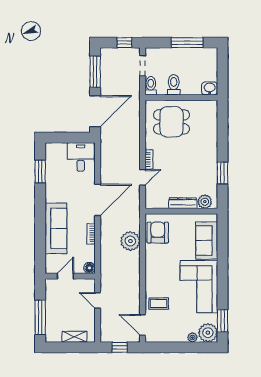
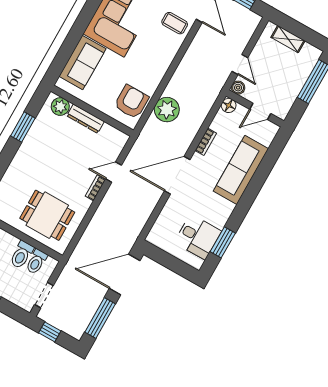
toilet: (151, 86) -> (36, 262), moved
desk: (81, 157) -> (198, 237), moved, turned -90
armchair: (158, 233) -> (131, 102), turned 180
boiler: (90, 284) -> (238, 88), added

